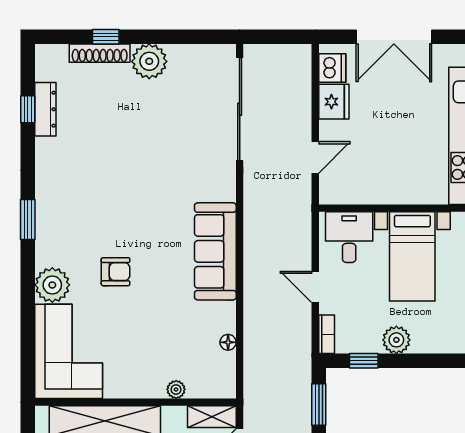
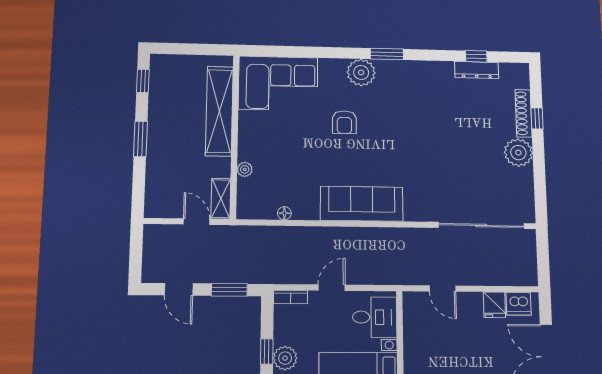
fridge: (334, 102) -> (494, 305), width x0.72
plant: (52, 285) -> (361, 72), moved
window: (364, 361) -> (267, 351), moved

